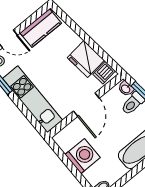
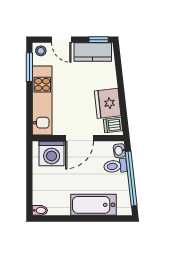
window: (37, 14) -> (99, 40), added
washing machine: (83, 156) -> (52, 154), moved, turned 90

